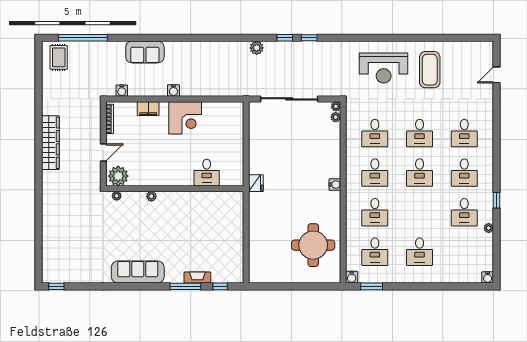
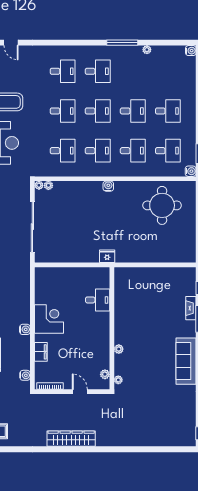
plant: (118, 176) -> (105, 374), width x0.53, depth x0.53
window: (497, 200) -> (122, 43), width x2.17
desk: (464, 212) -> (133, 111), moved

